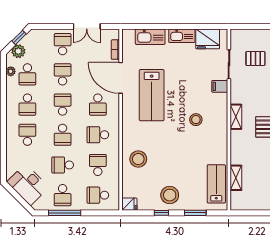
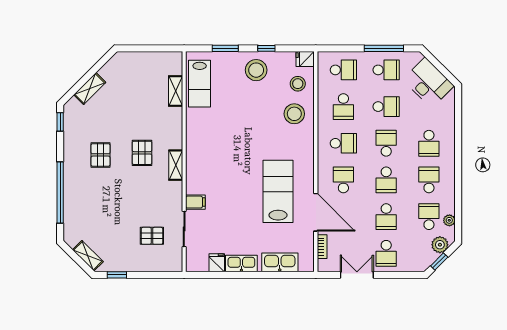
fridge: (208, 39) -> (217, 263), width x0.53, depth x0.75
stool: (196, 120) -> (298, 84), moved
school desk: (63, 195) -> (386, 70), turned 90

